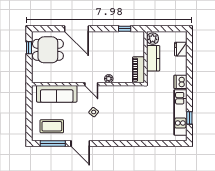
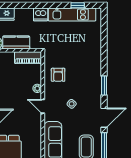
door: (91, 84) -> (43, 106), swing flipped
armchair: (122, 99) -> (58, 75), added
window: (111, 143) -> (104, 86), added

